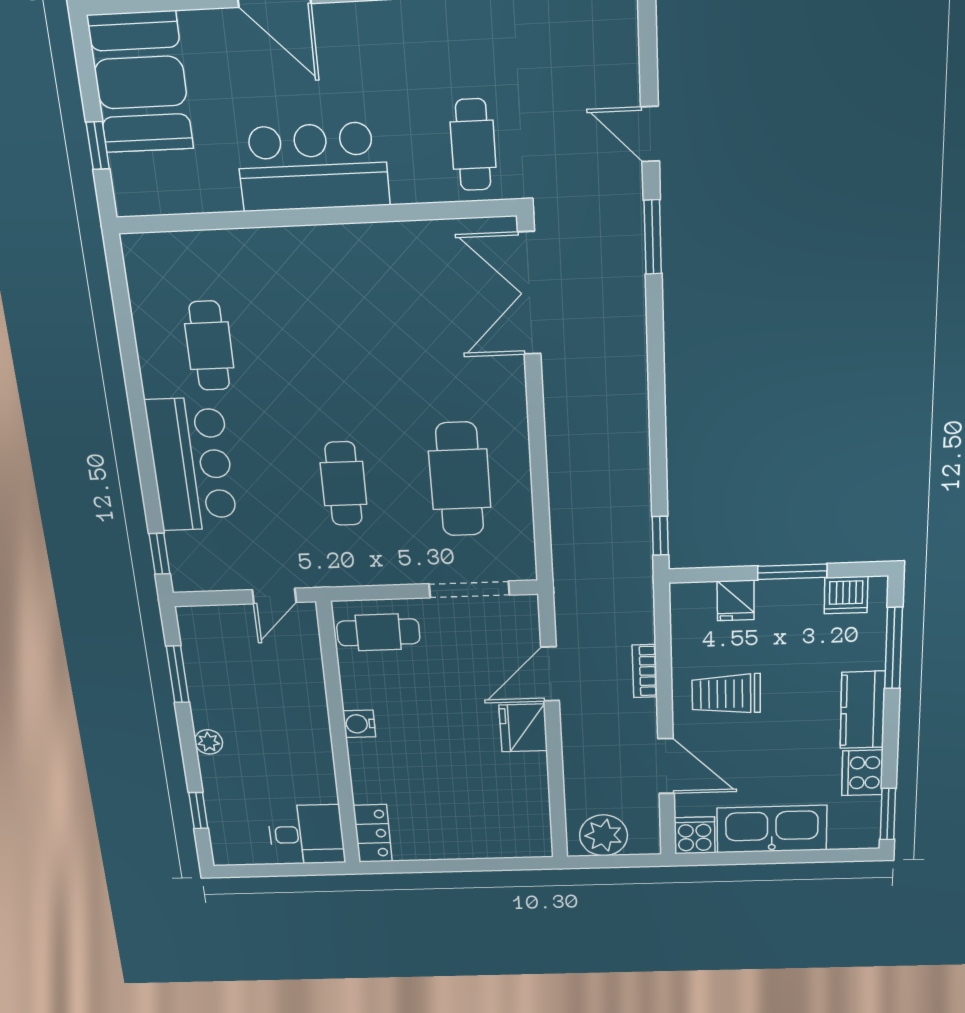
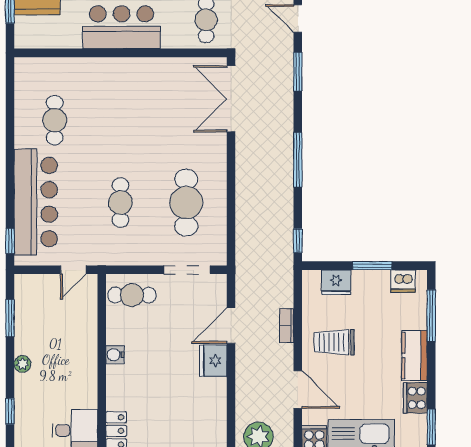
window: (657, 398) -> (298, 160), added
bar counter: (191, 465) -> (36, 202), width x1.36
fridge: (736, 600) -> (336, 282), width x1.38

